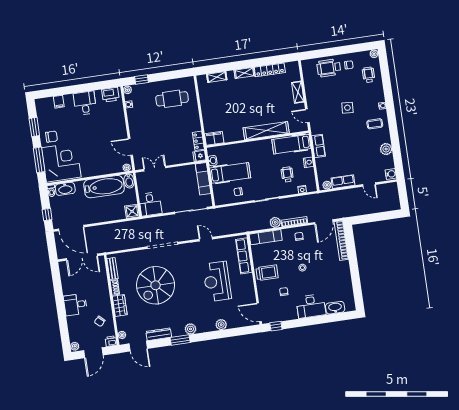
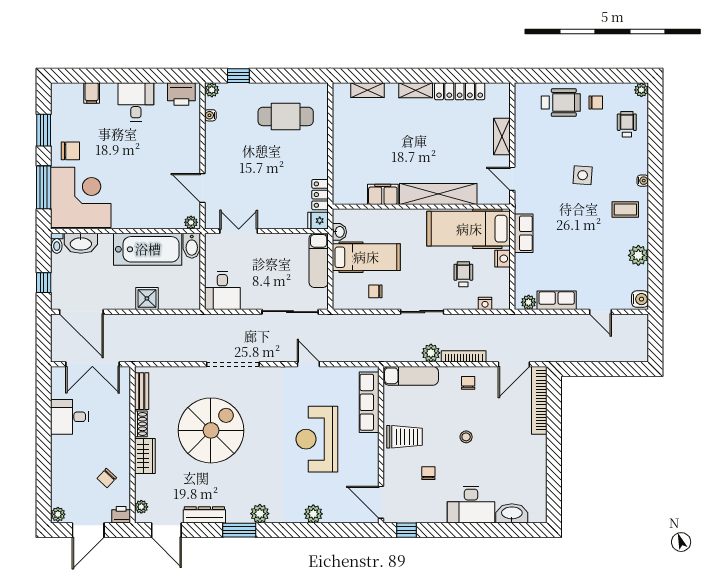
wheelchair: (329, 68) -> (561, 103), turned 180
filing cabinet: (214, 138) -> (383, 194), moved
hospital bed: (291, 144) -> (469, 229), width x1.37, depth x1.29
shower: (132, 211) -> (147, 298), moved
spiral stairs: (156, 285) -> (211, 430), turned 180
desk: (75, 305) -> (69, 417), moved

